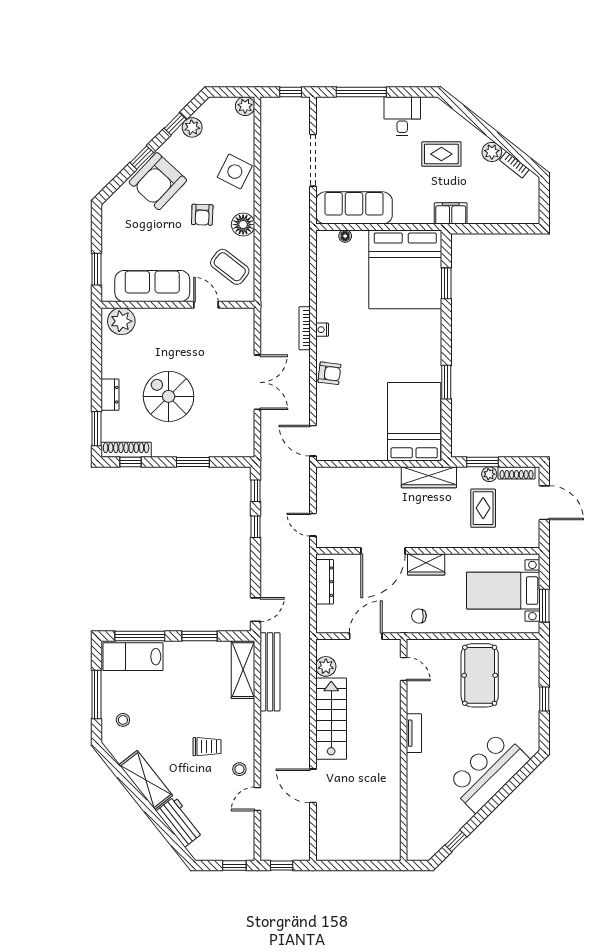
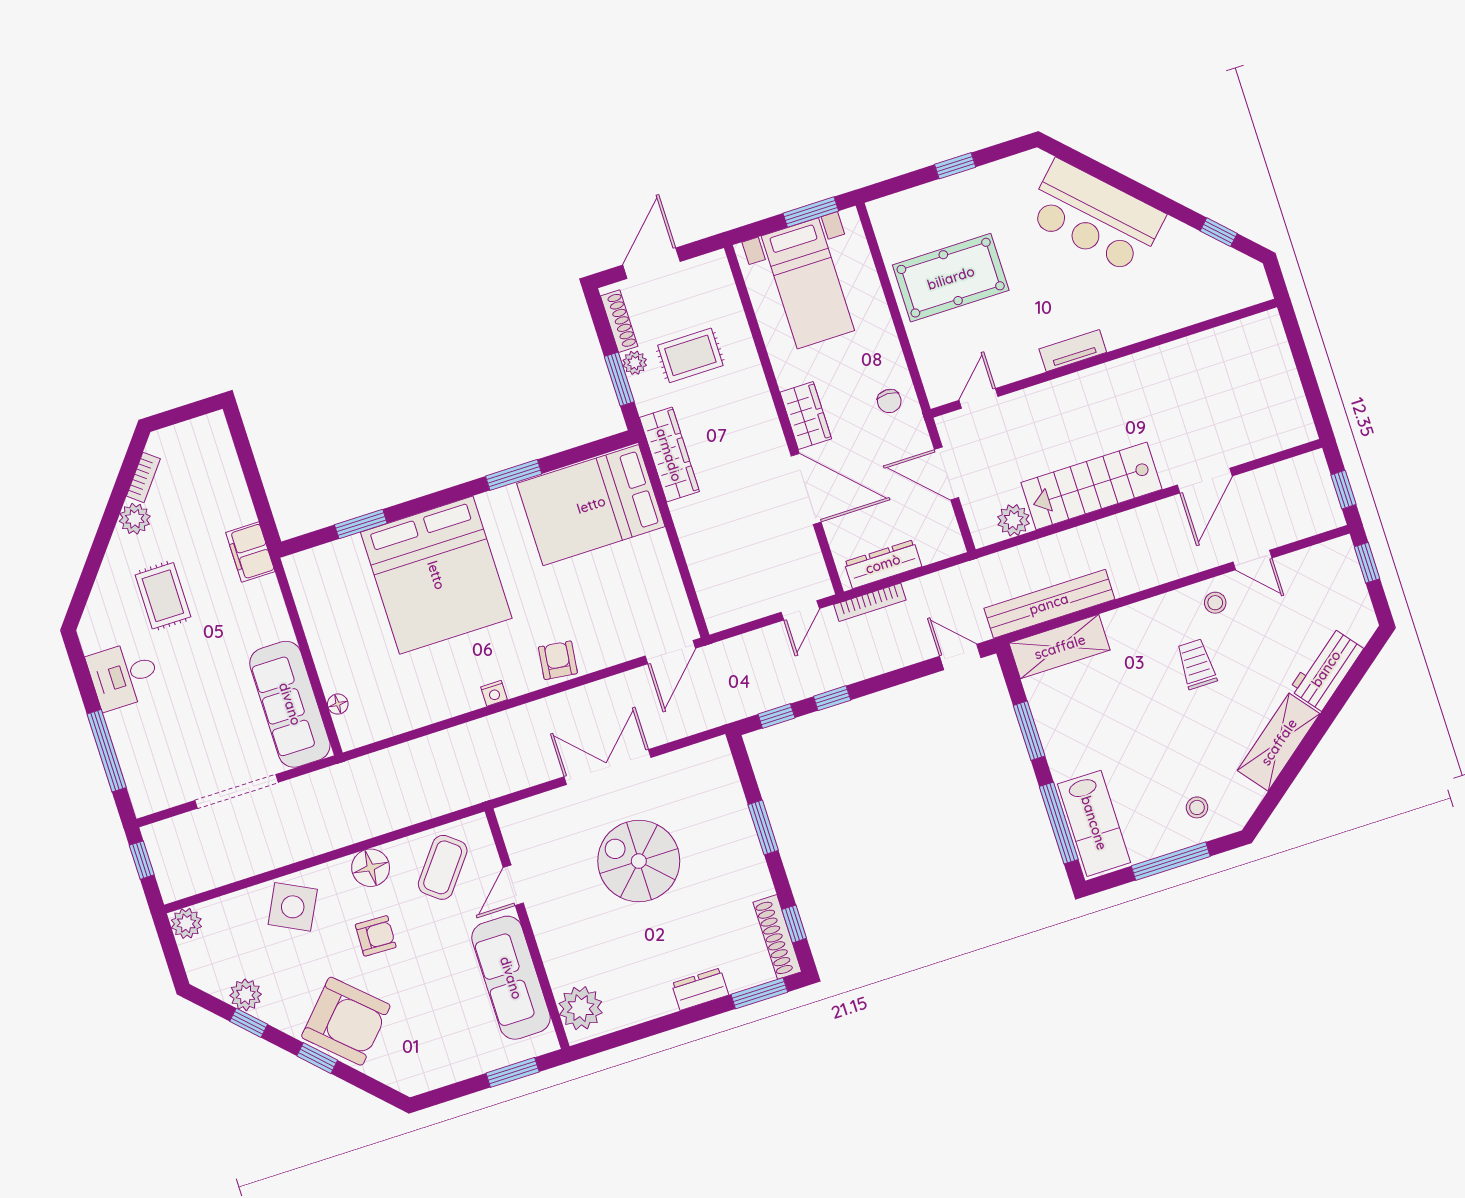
bed: (405, 269) -> (436, 575), moved, turned 90
bookcase: (305, 328) -> (870, 602), moved
spiral stairs: (169, 396) -> (639, 861), moved, turned 90

